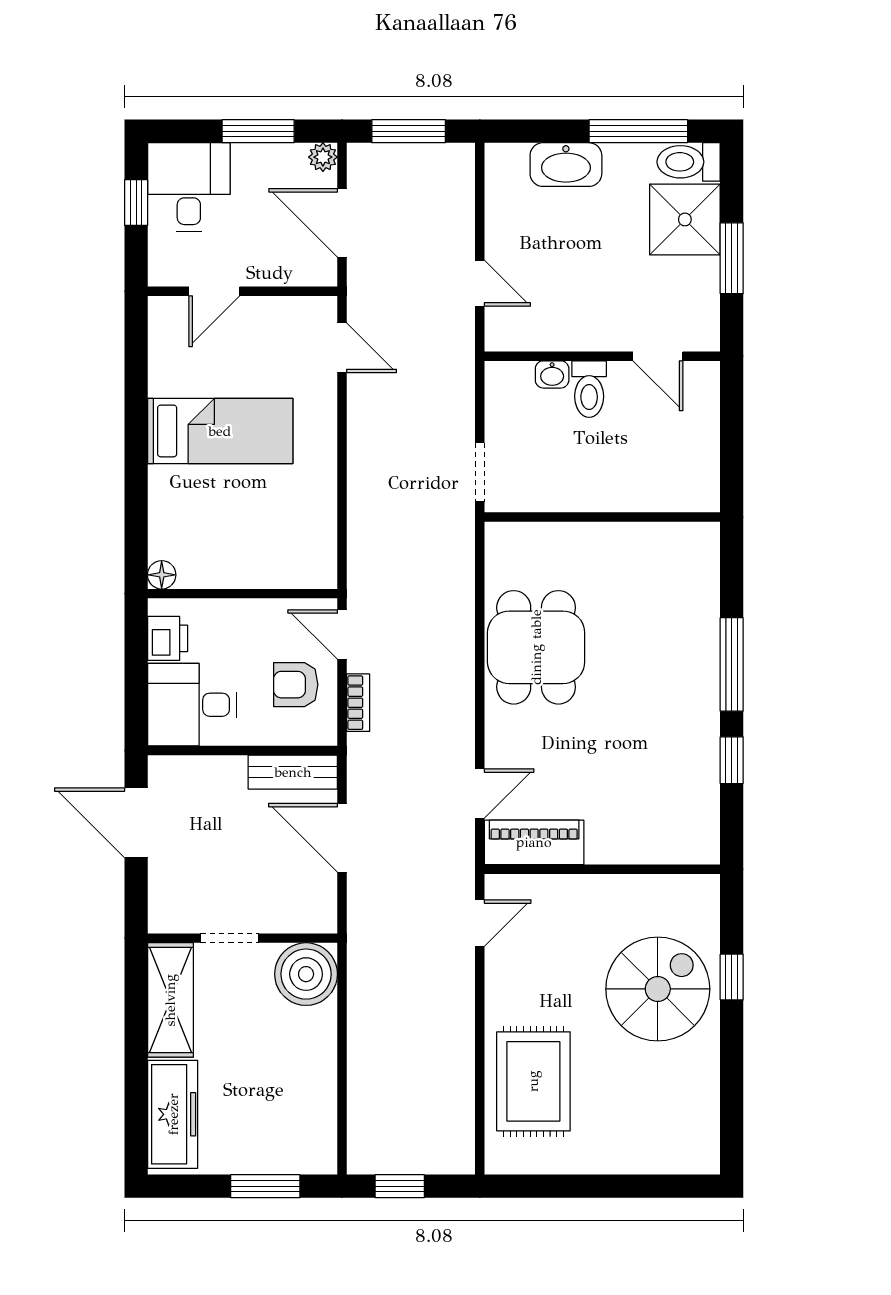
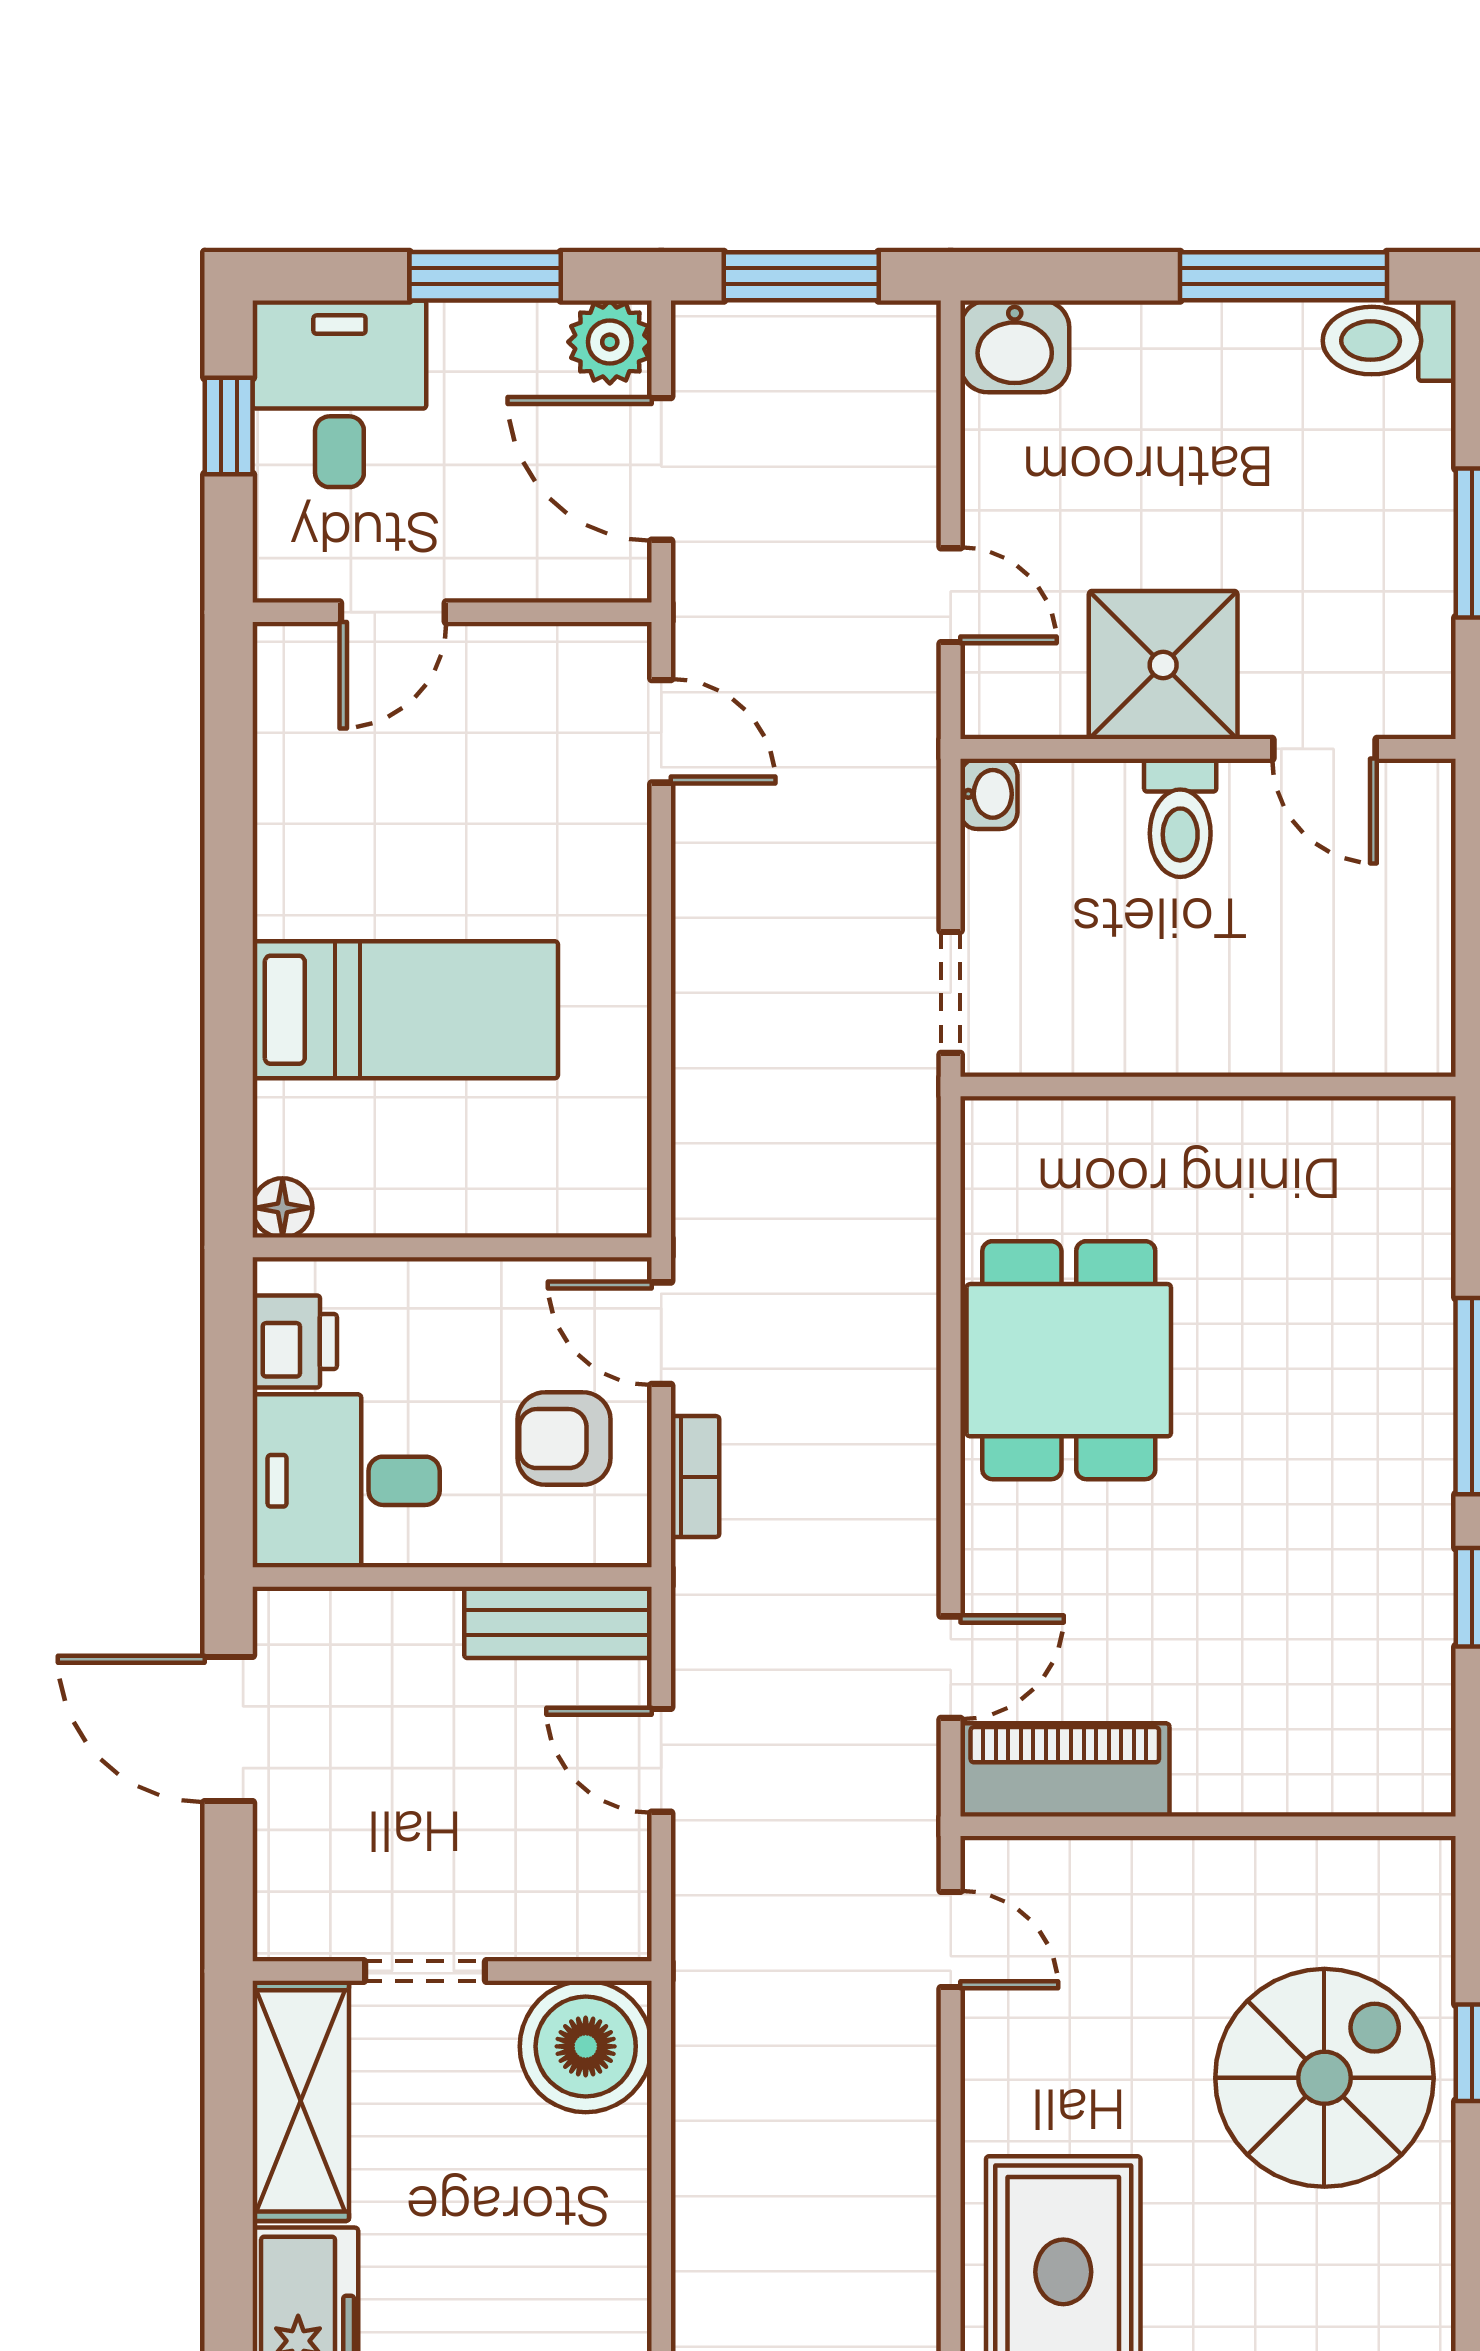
plant: (323, 157) -> (610, 342), width x1.38, depth x1.38
washbasin: (566, 165) -> (1015, 346), moved, width x0.72
shower: (685, 219) -> (1163, 665), moved
washbasin: (552, 374) -> (989, 794), moved, turned -90
bed: (220, 431) -> (405, 1010), moved
door: (342, 838) -> (661, 1760), width x0.73
door: (480, 923) -> (951, 1939), hinge flipped

